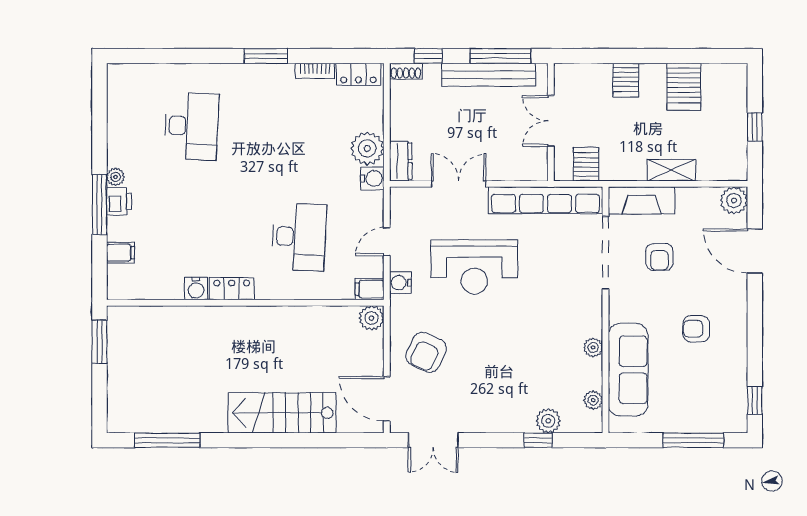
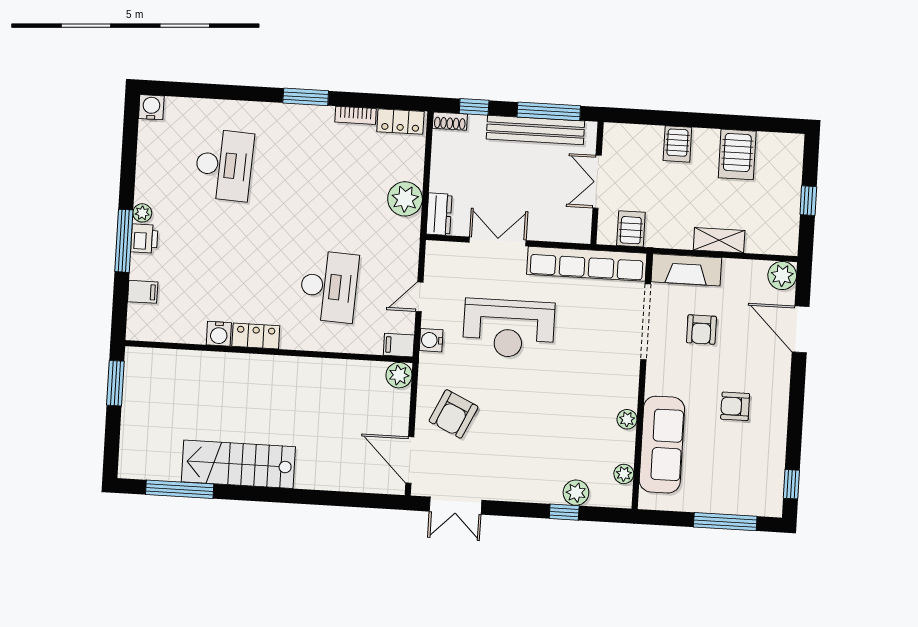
water cooler: (372, 179) -> (151, 107), moved, turned -90
stairs: (282, 413) -> (238, 464), moved

